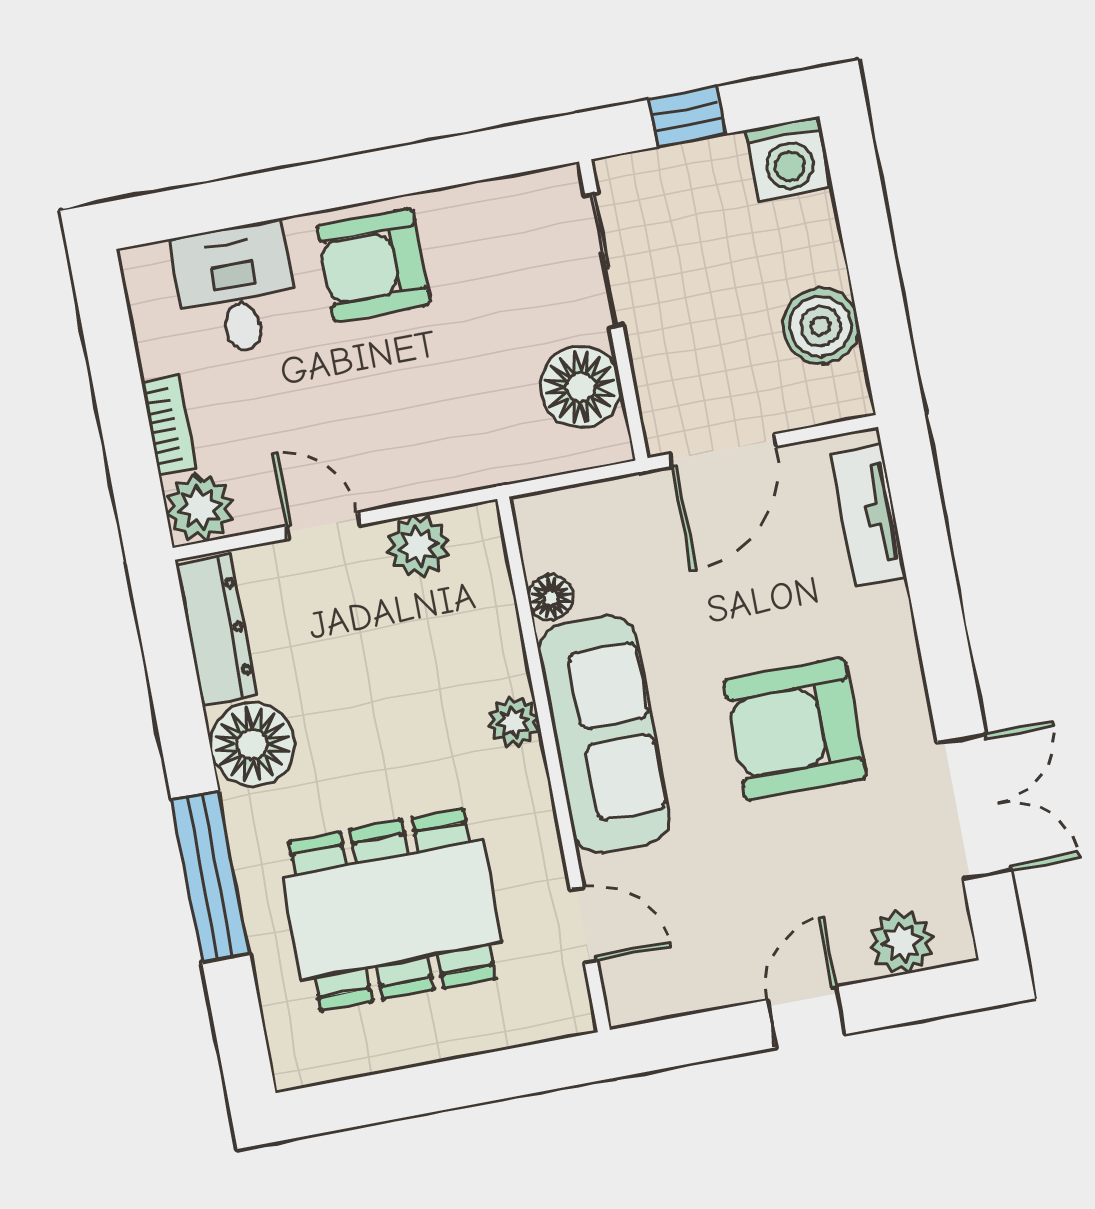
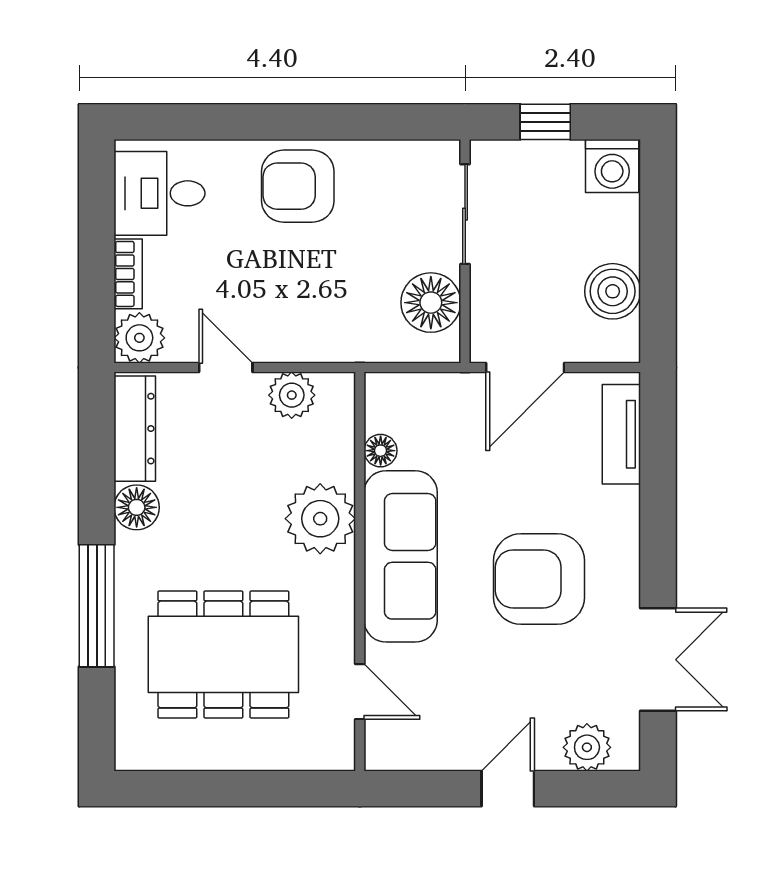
desk: (236, 289) -> (159, 193), moved, turned -90
plant: (513, 722) -> (320, 519), width x1.88, depth x1.88
floor lamp: (253, 744) -> (137, 507), width x0.73, depth x0.73

